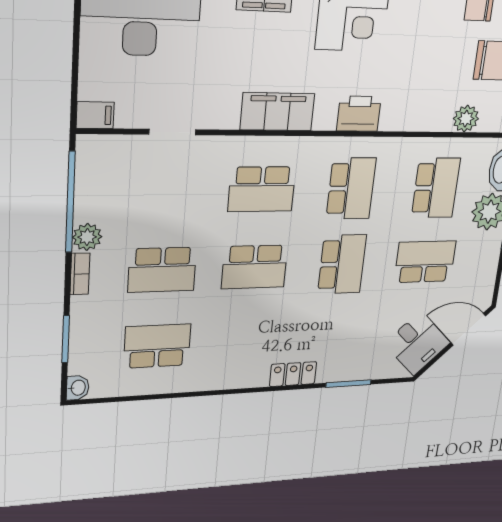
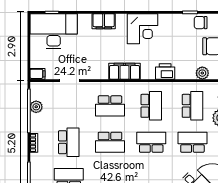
filing cabinet: (277, 112) -> (124, 71), moved
printer: (359, 114) -> (165, 72), moved
plant: (87, 237) -> (36, 107), moved
school desk: (342, 264) -> (151, 142), turned -90
school desk: (162, 270) -> (69, 142), turned -90

